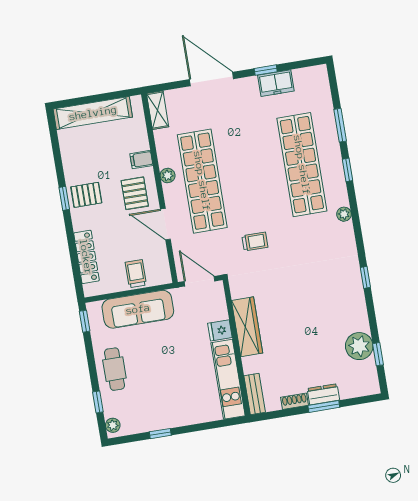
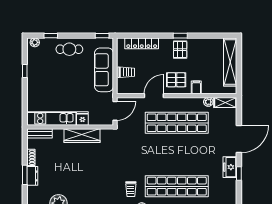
freezer: (276, 83) -> (230, 167), moved
plant: (168, 176) -> (208, 102), moved
trolley: (255, 242) -> (131, 189), moved

